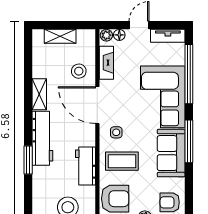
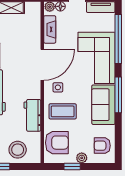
stool: (79, 71) -> (27, 36), removed
door: (97, 105) -> (42, 65), swing flipped

